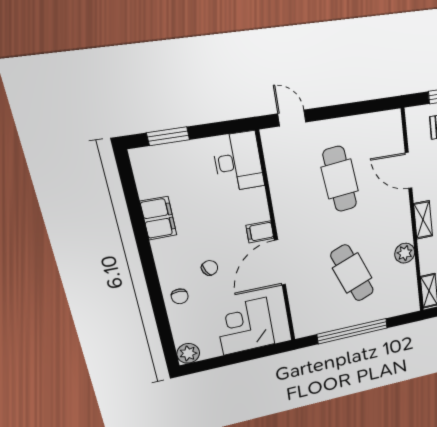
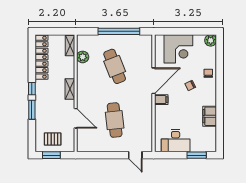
desk: (238, 162) -> (176, 141), moved, turned -90
plant: (405, 253) -> (83, 57), moved

